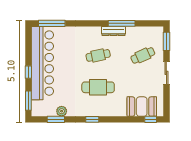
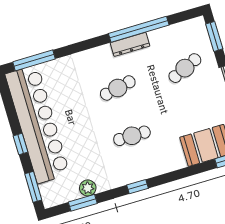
window: (122, 23) -> (139, 29), width x1.46
cafe table: (98, 87) -> (132, 136), width x0.73, depth x0.74

